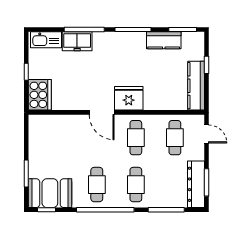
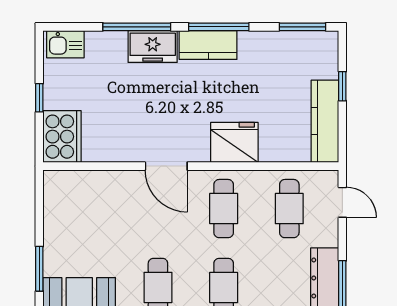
kitchen sink: (46, 40) -> (65, 44), width x0.73
kitchen counter: (164, 40) -> (208, 45), moved
freezer: (77, 41) -> (153, 46), moved
fridge: (129, 98) -> (234, 142), moved

